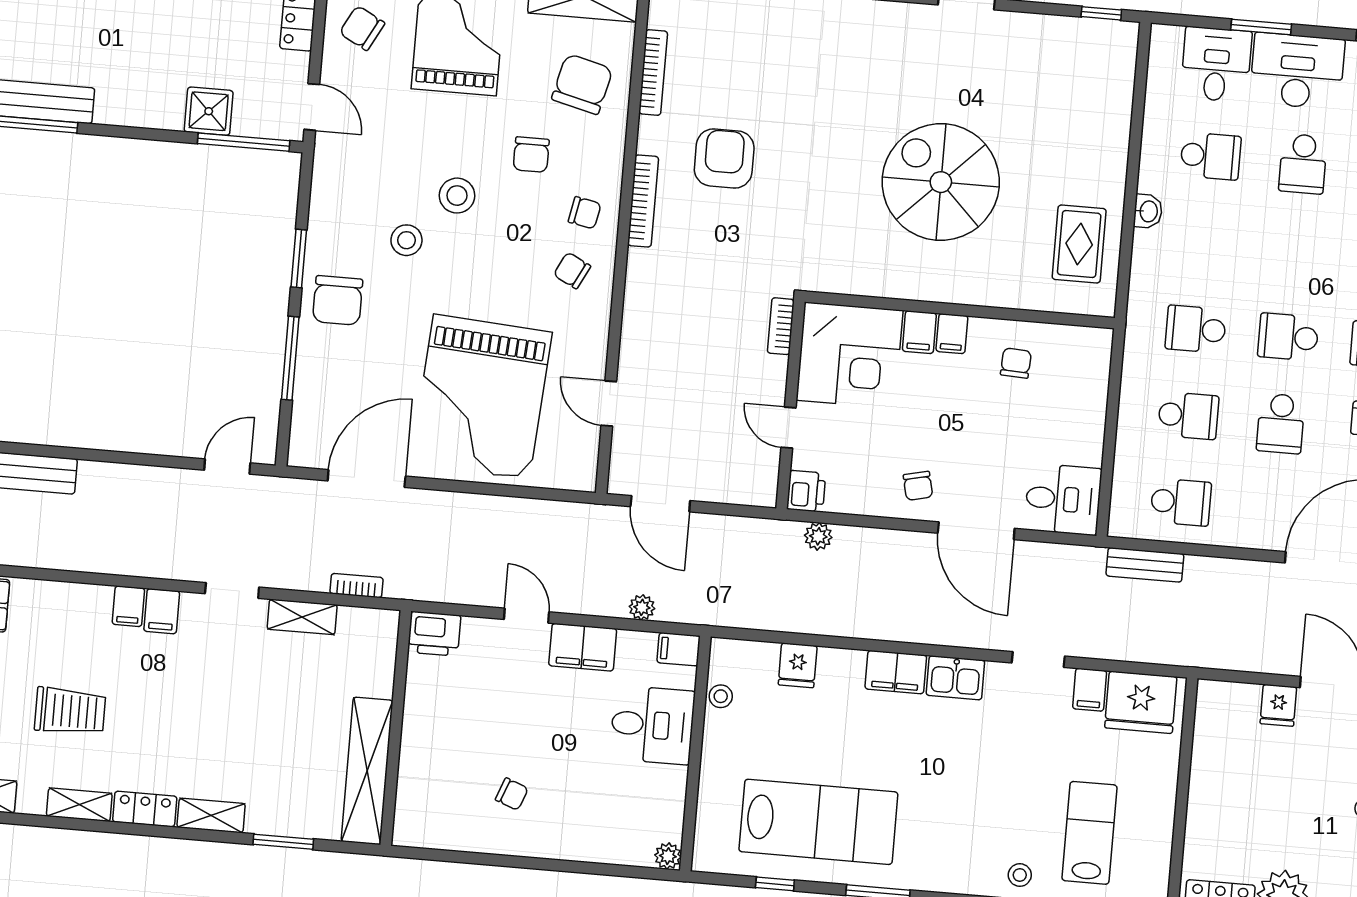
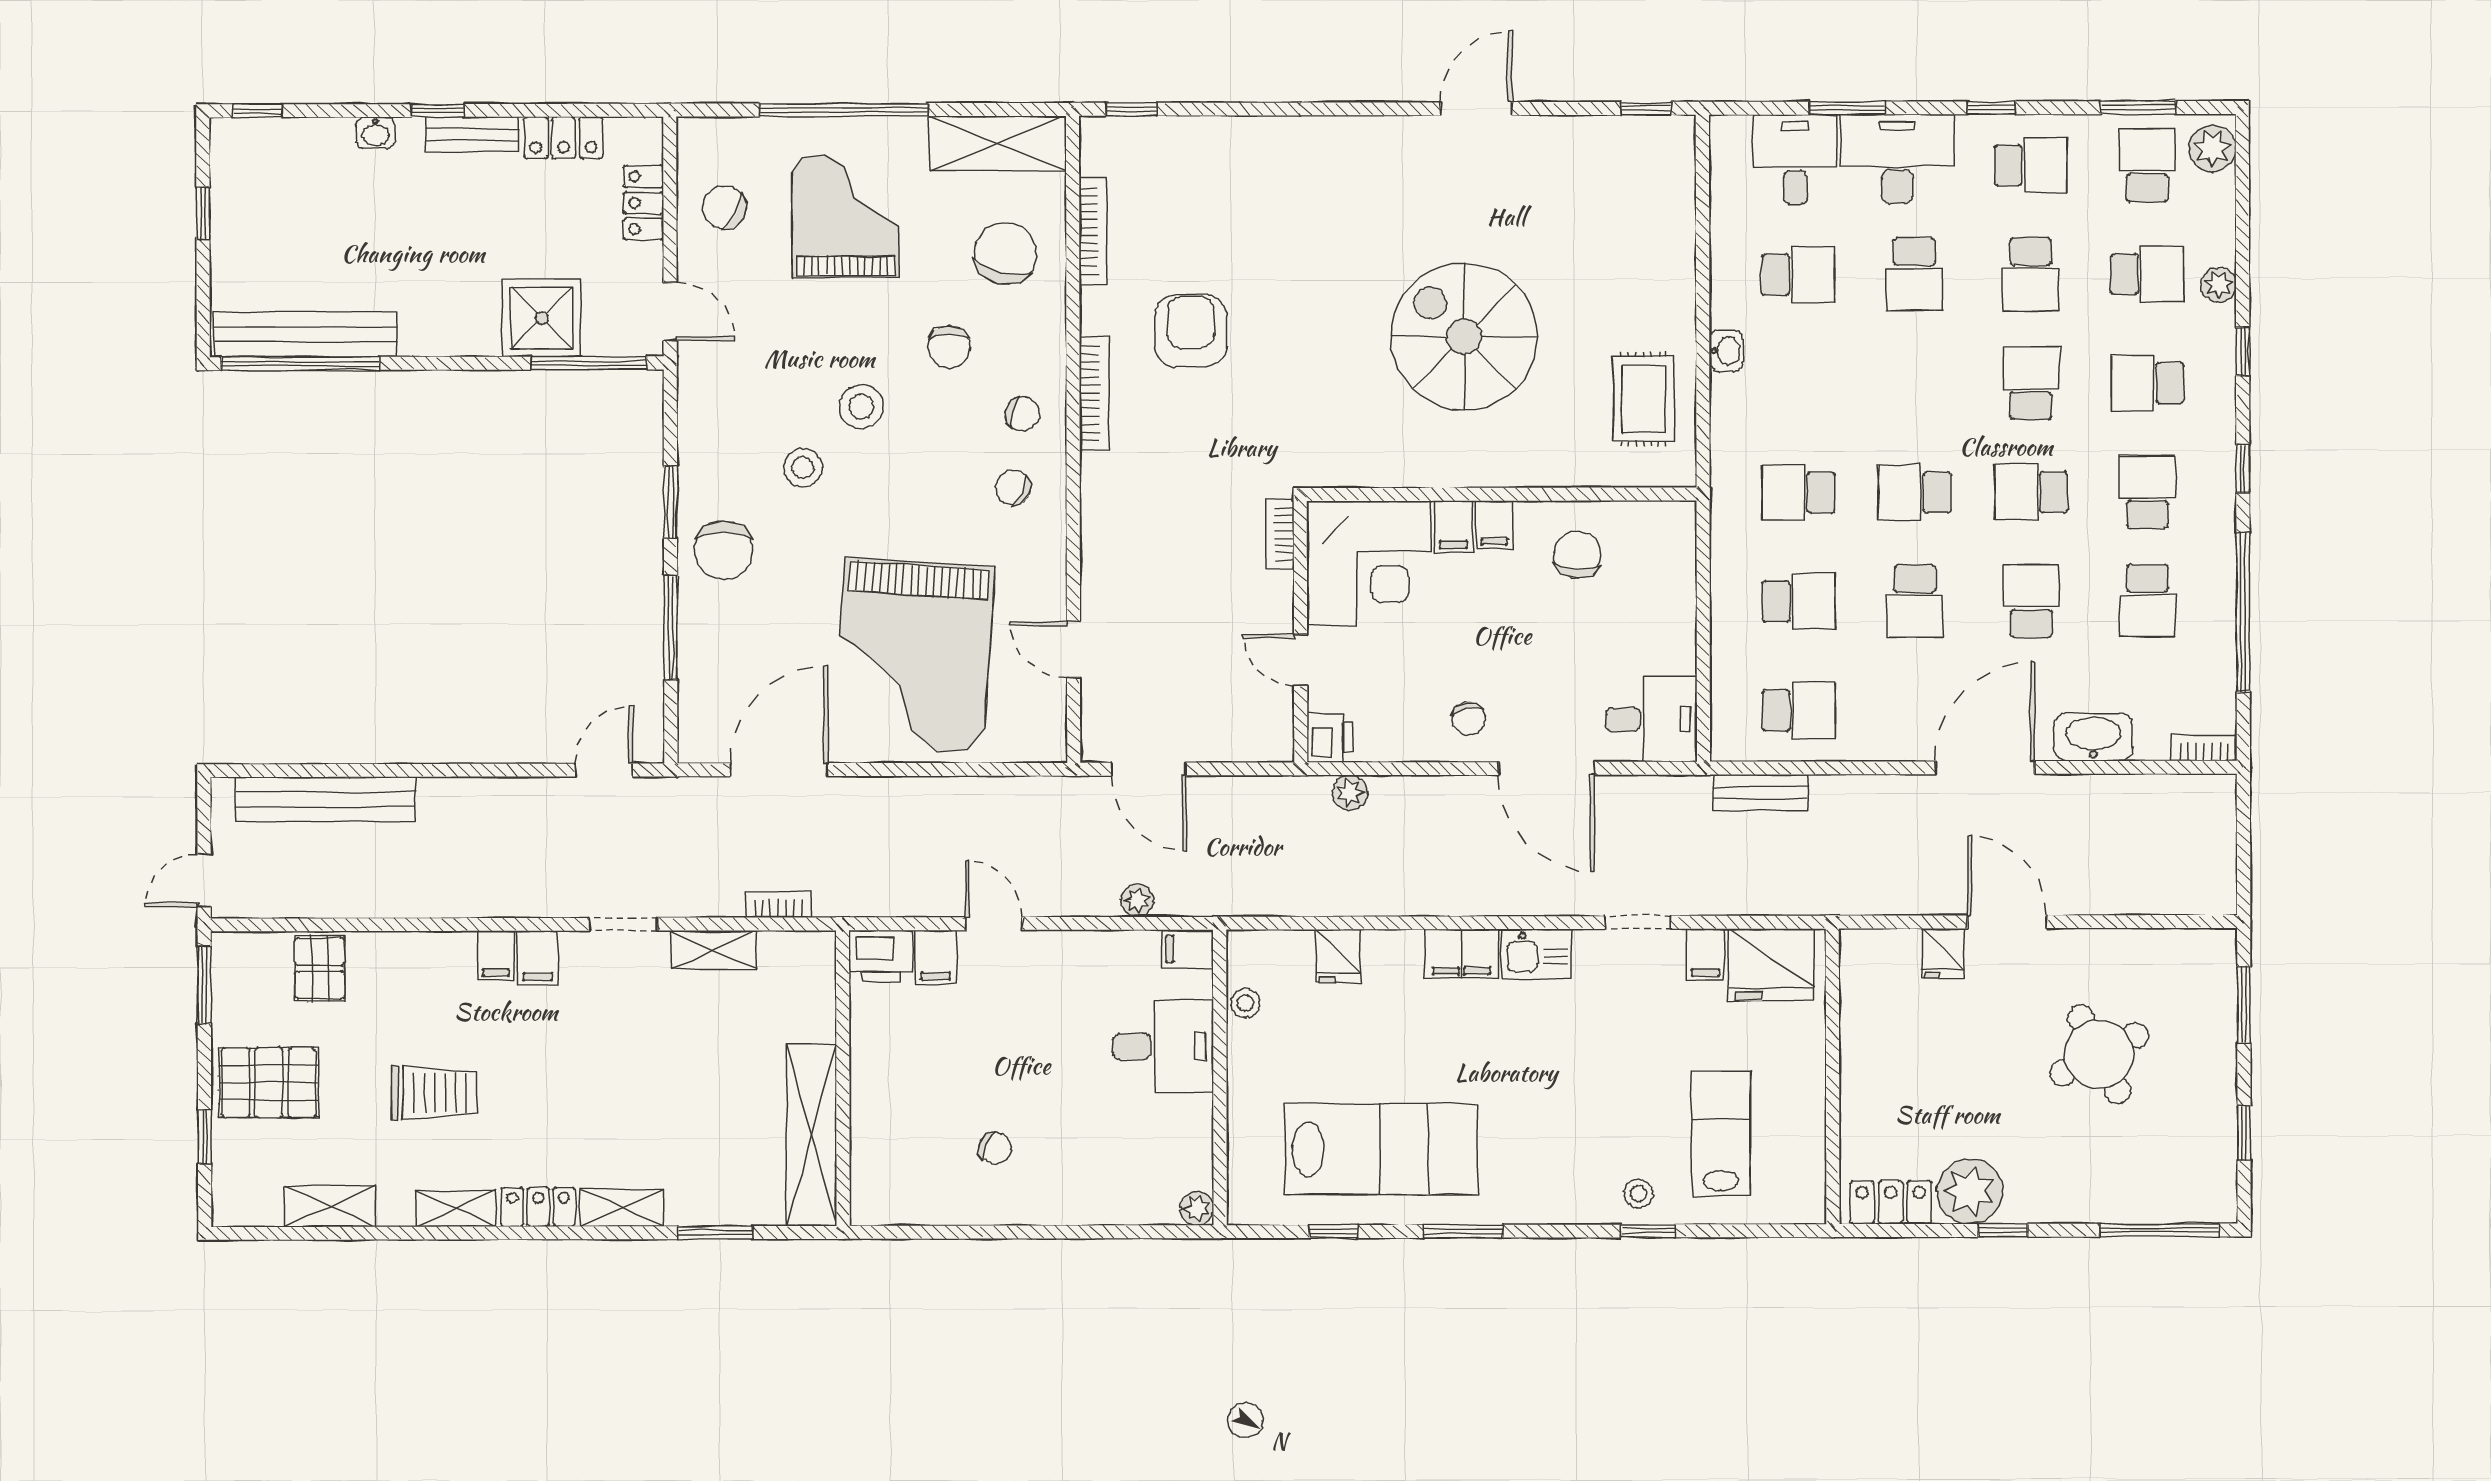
shower: (209, 111) -> (542, 318), width x1.36, depth x1.36
chair: (1016, 363) -> (1578, 555), width x1.37, depth x1.37
filing cabinet: (583, 647) -> (936, 957), moved, width x0.50

